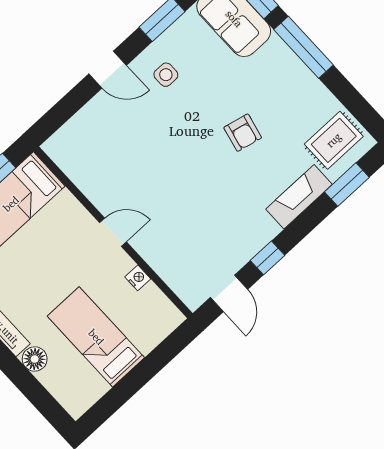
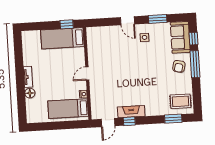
armchair: (243, 133) -> (179, 66), moved
fireplace: (299, 197) -> (131, 112), moved
door: (113, 232) -> (87, 73), swing flipped
bed: (96, 337) -> (68, 109), moved, turned -90

